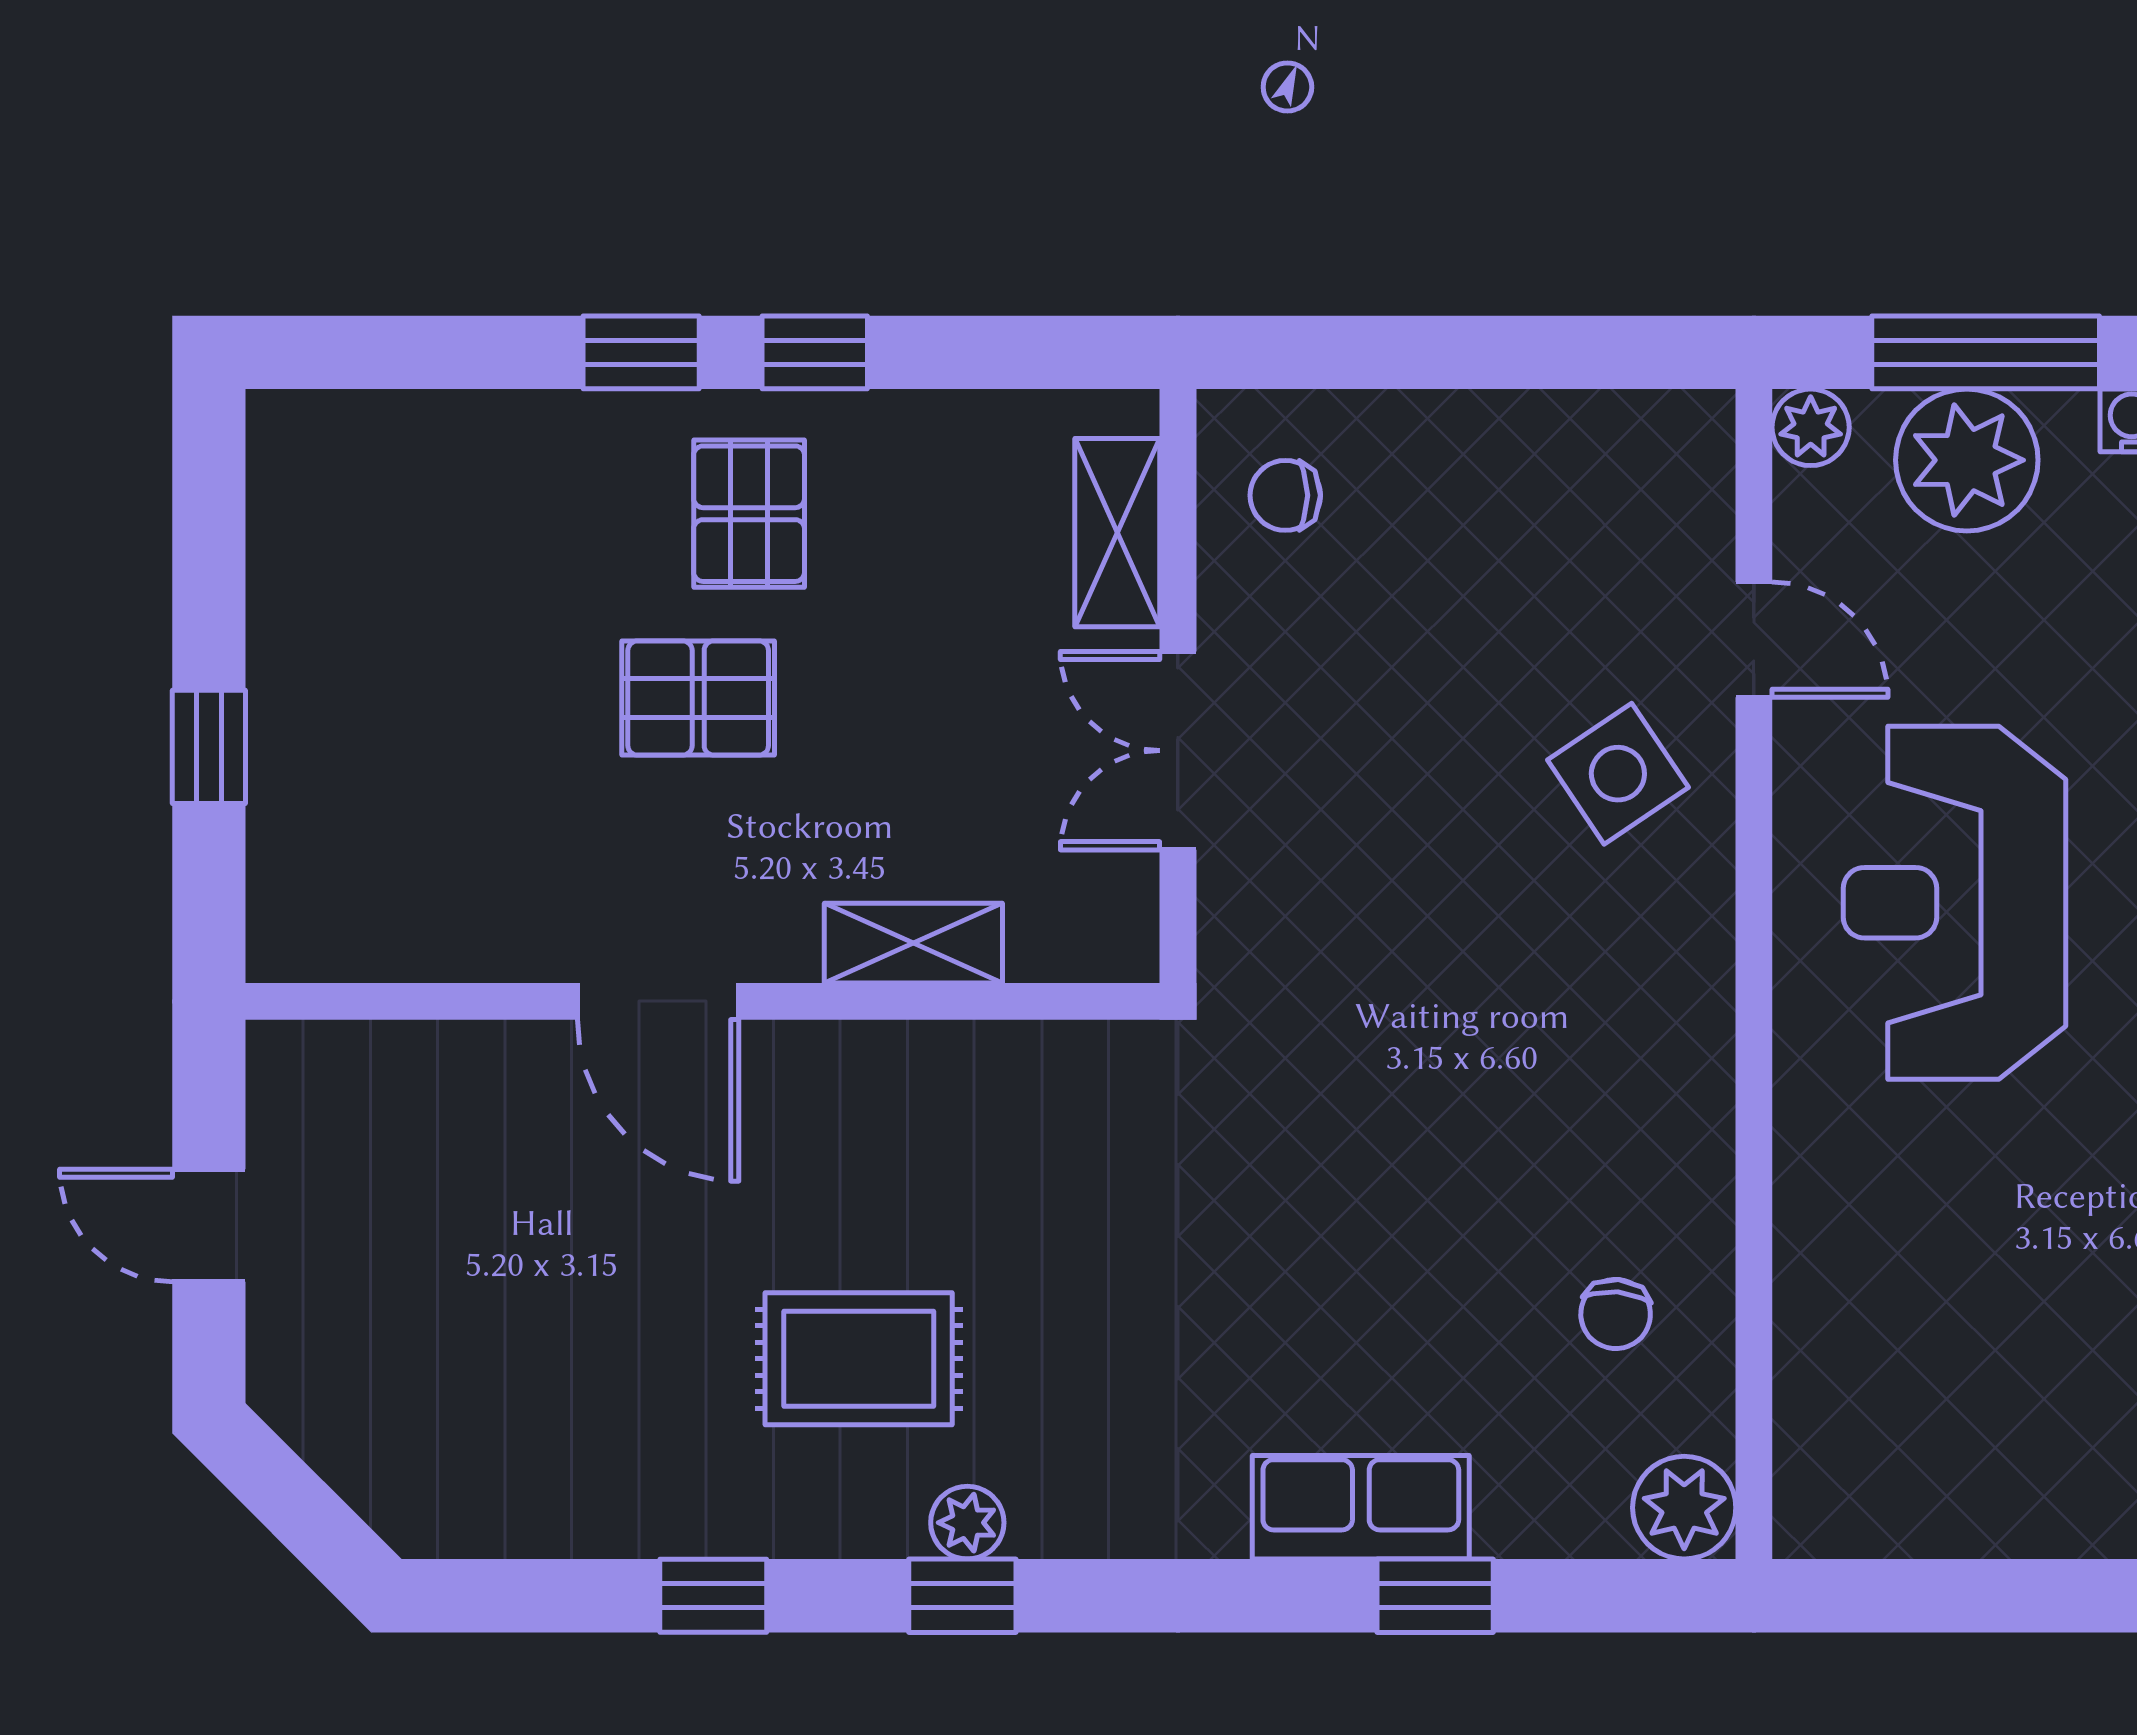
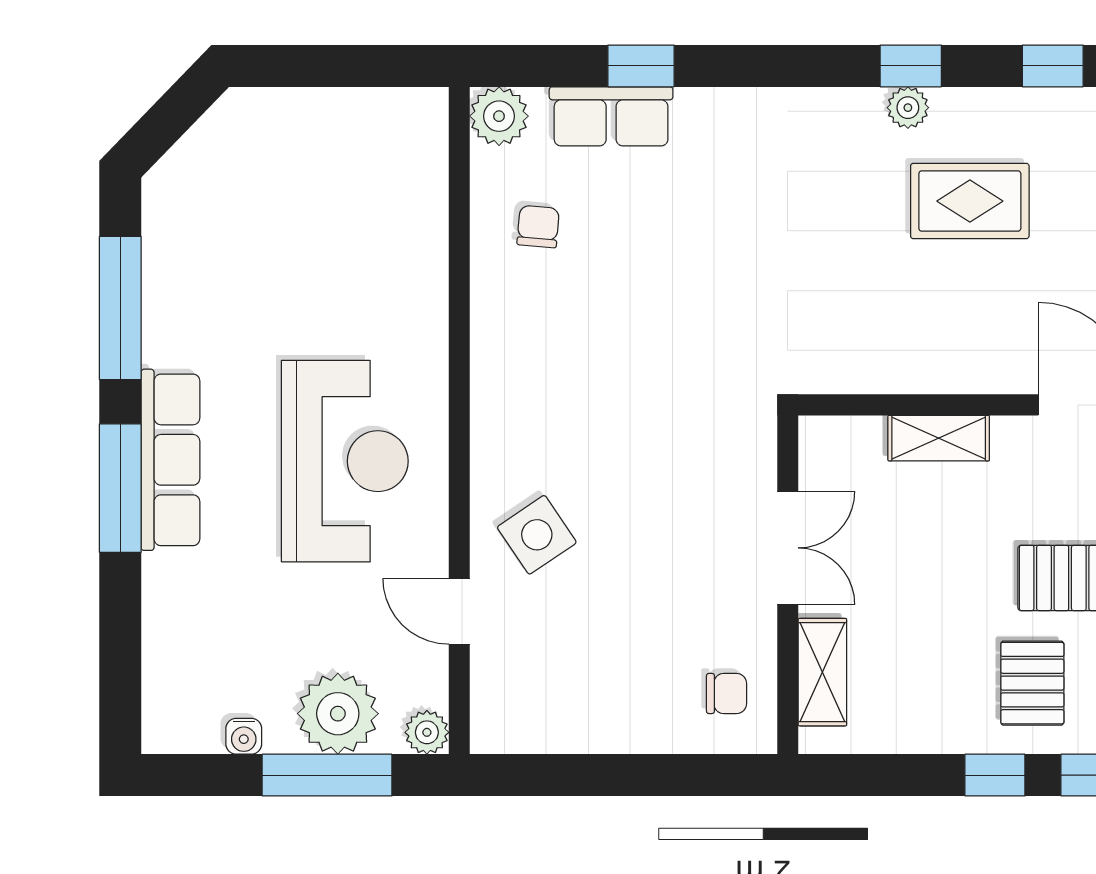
row of seats: (1361, 1507) -> (611, 116), moved

